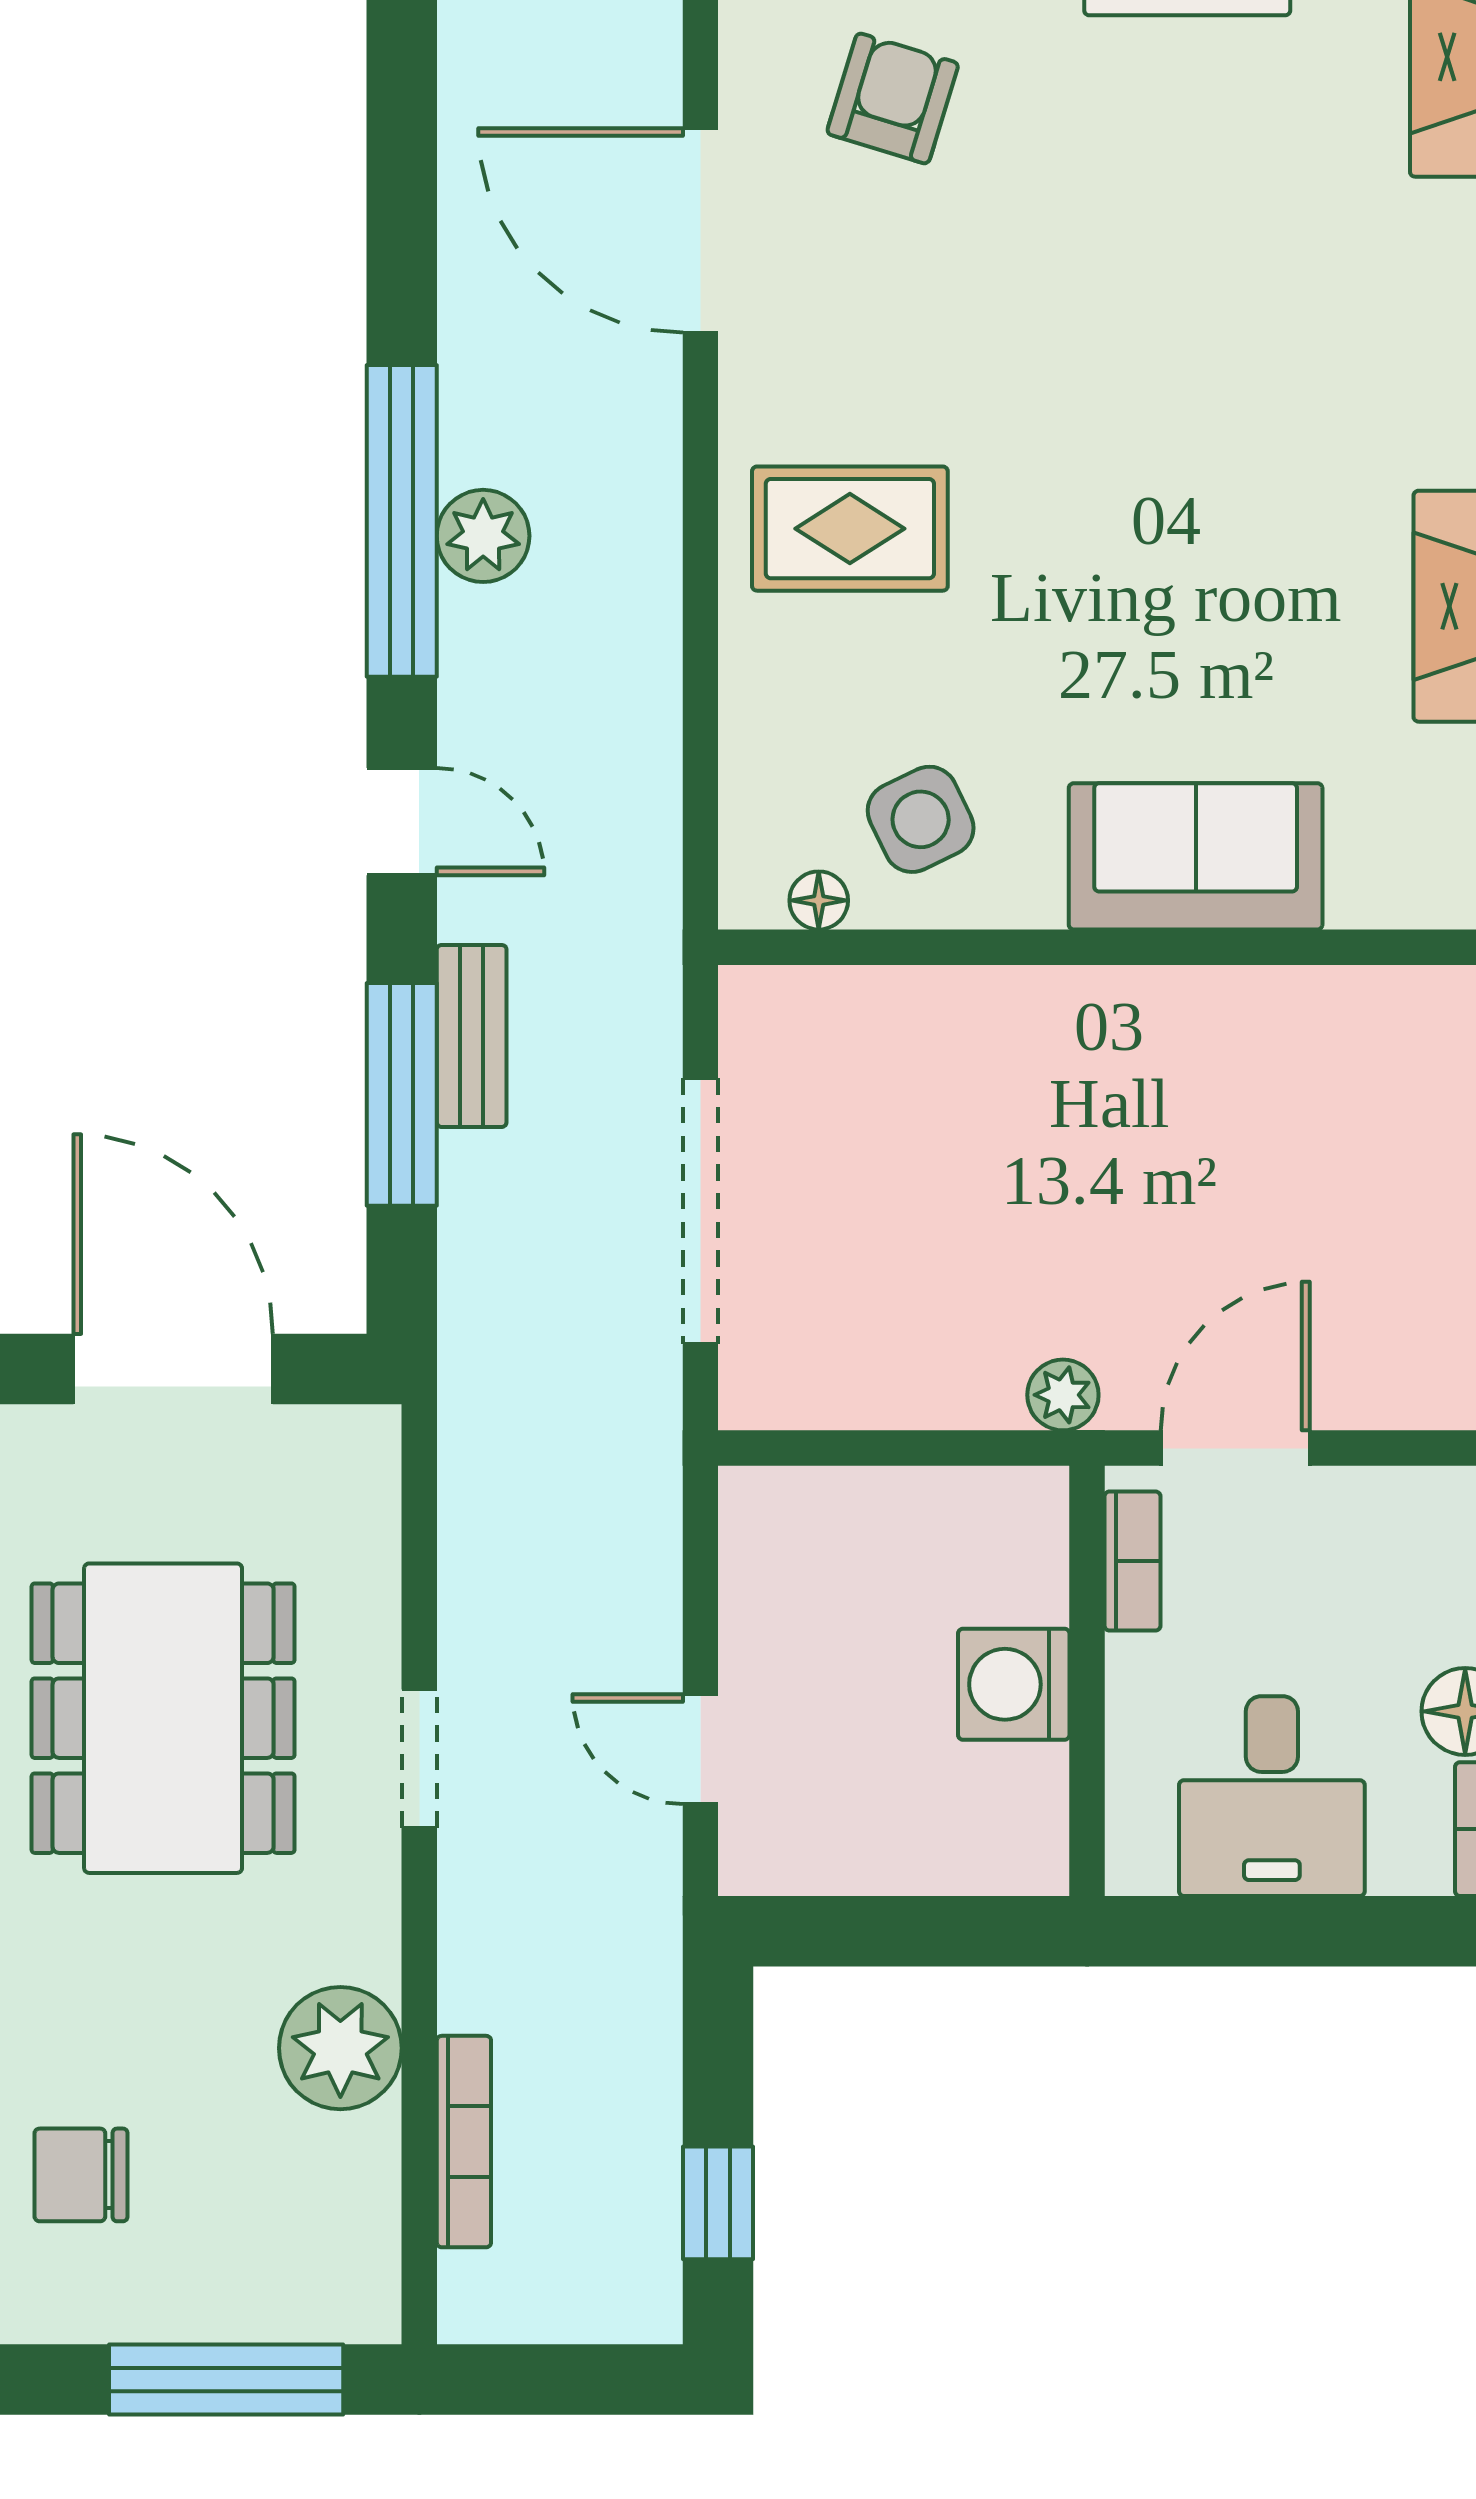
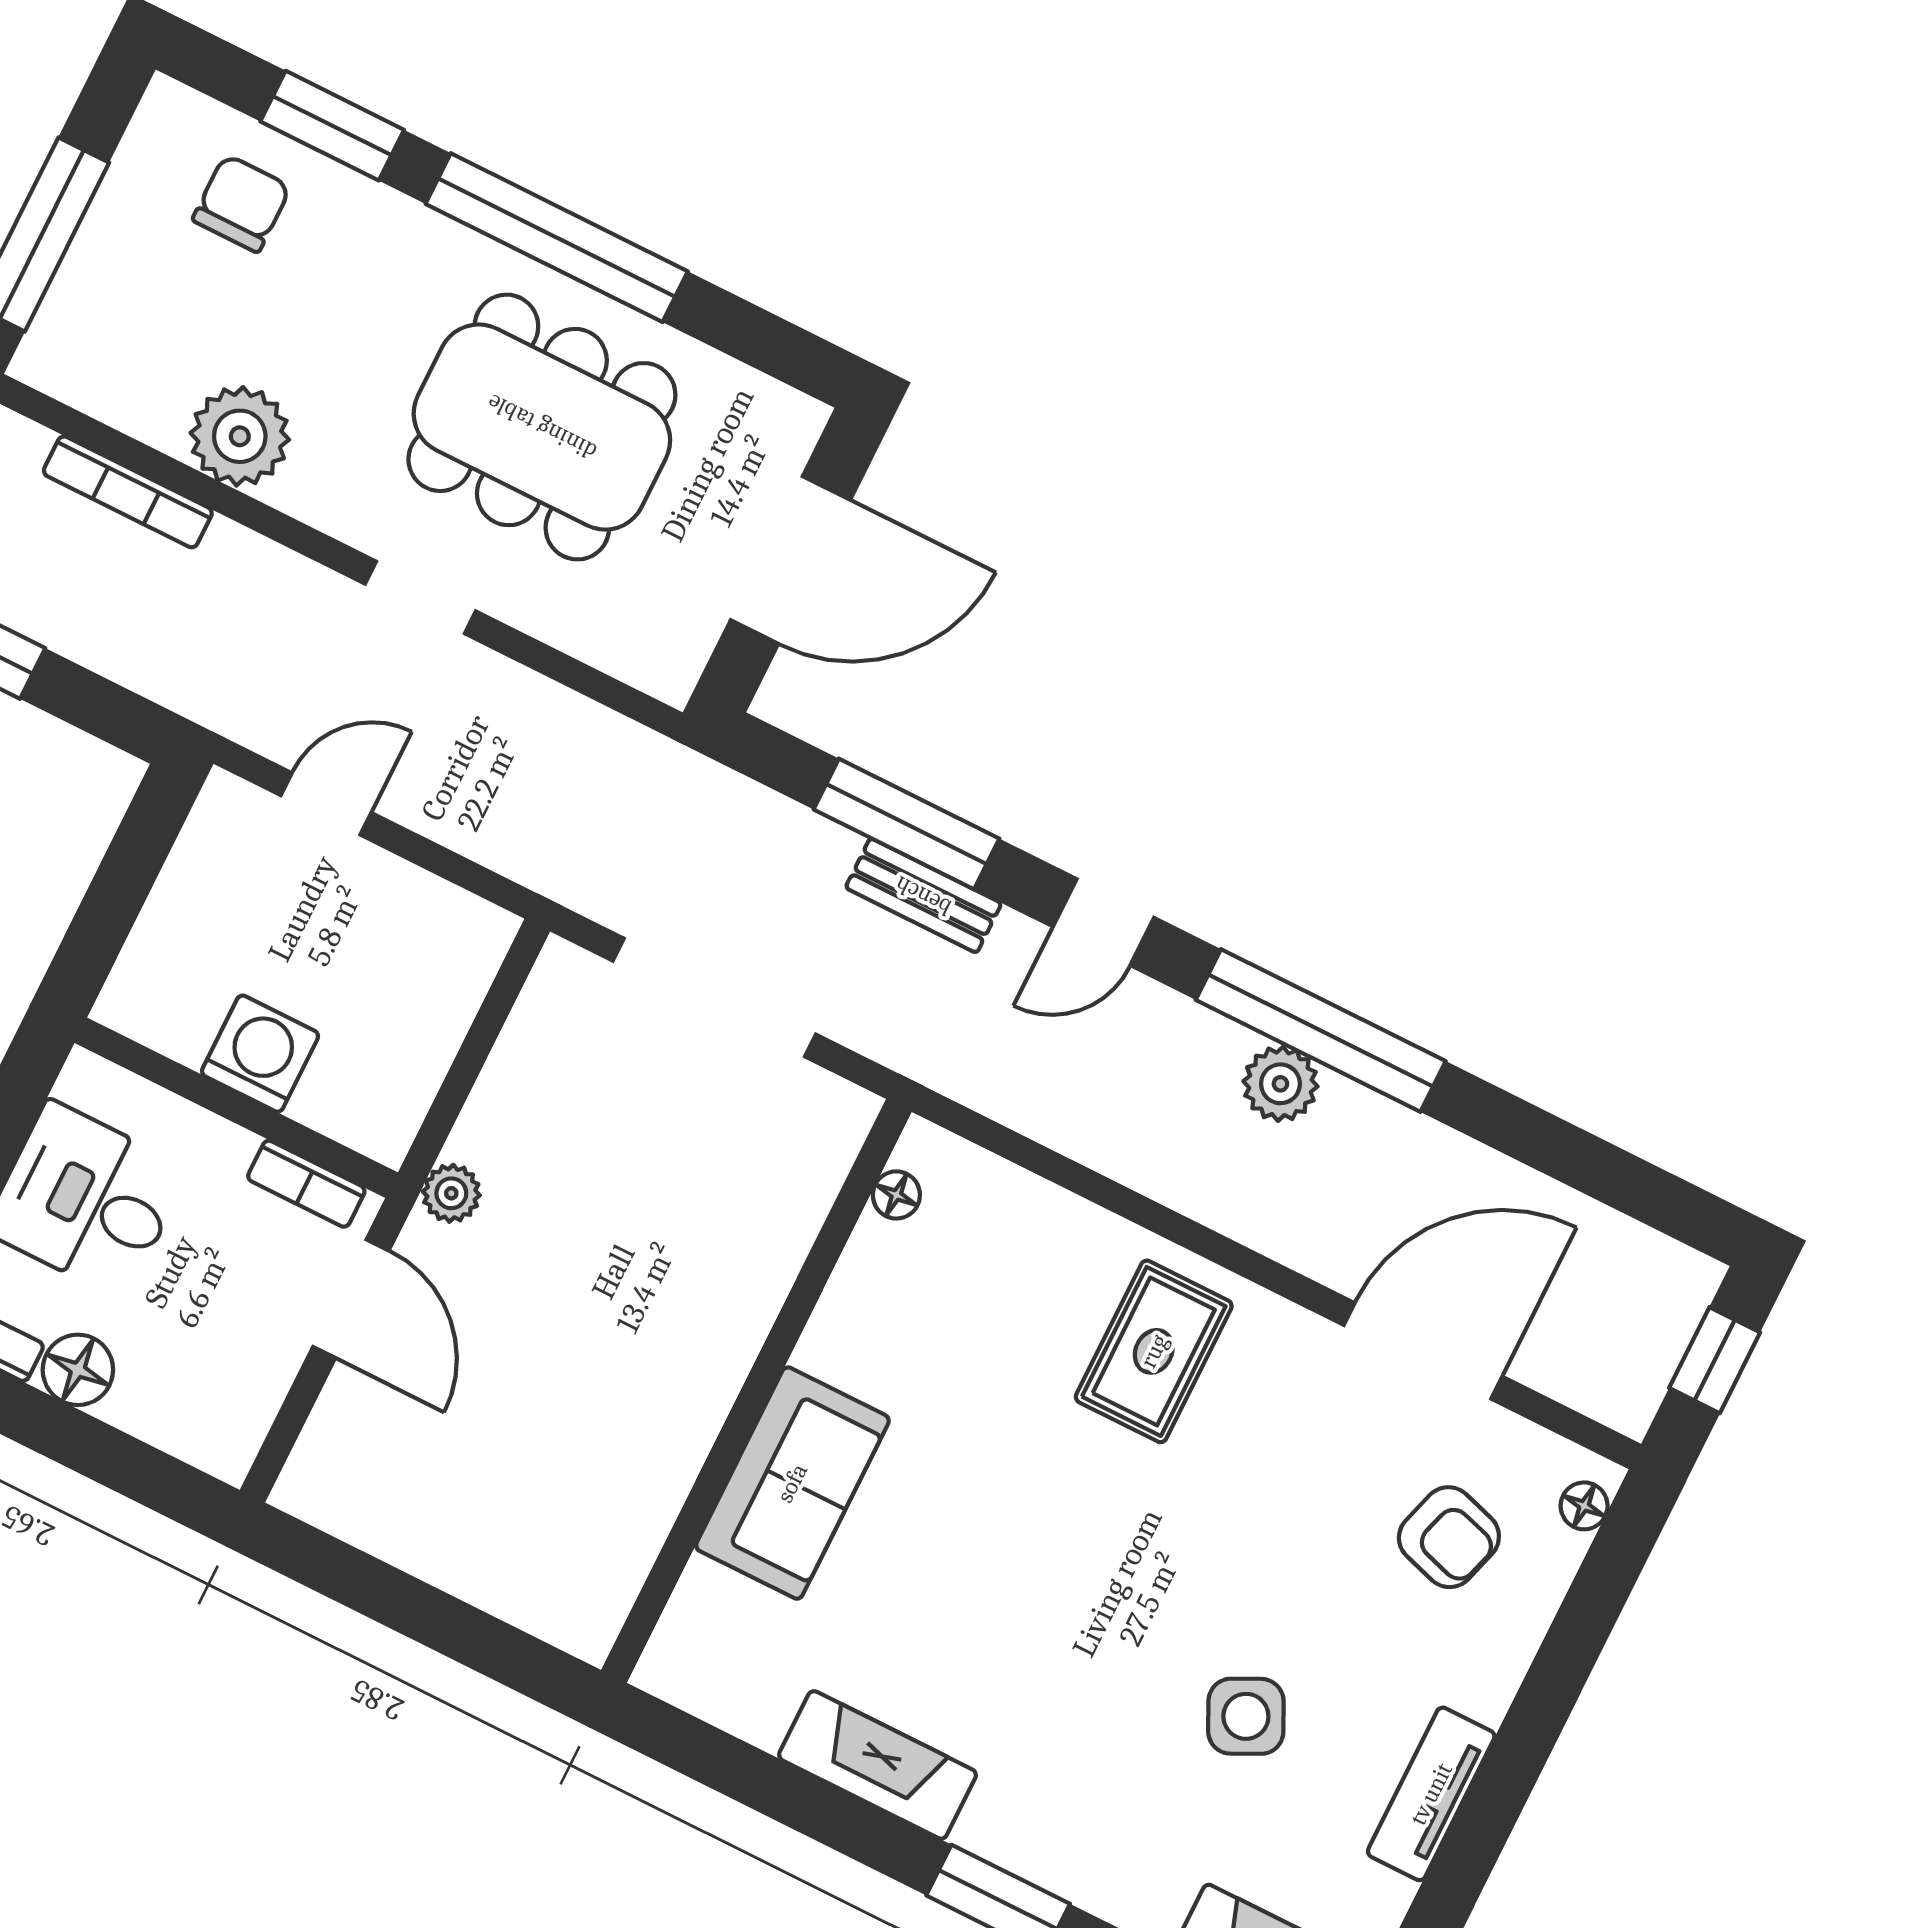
side table: (921, 819) -> (1246, 1716), moved

